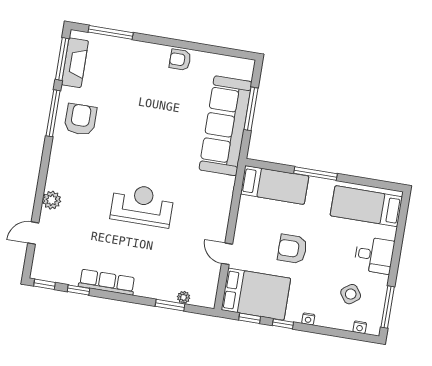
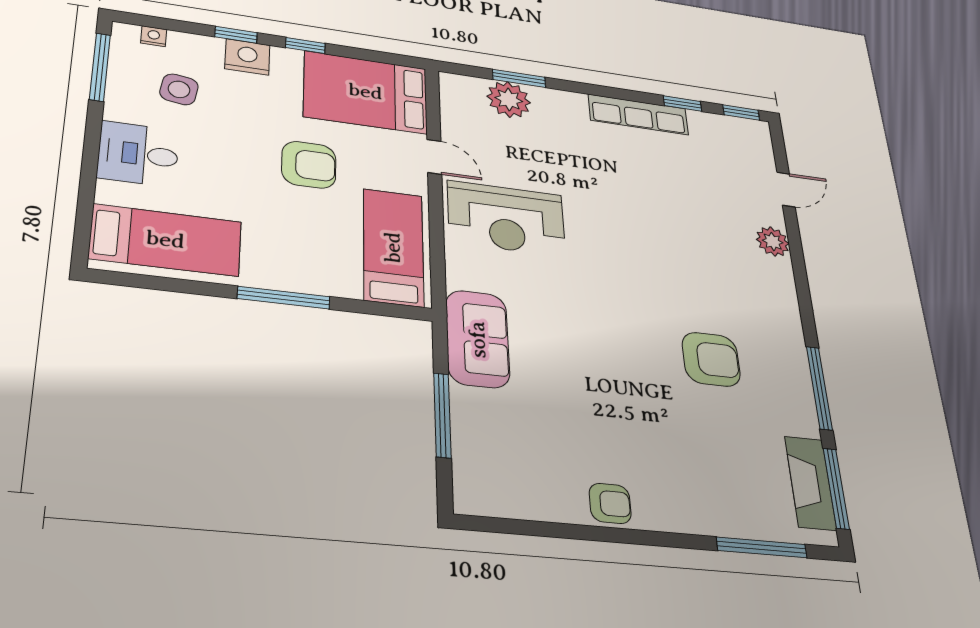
armchair: (80, 119) -> (711, 359), moved, turned -90
sofa: (225, 126) -> (478, 339), width x0.54, depth x0.79
bed: (275, 185) -> (393, 247), moved, turned 90
reception desk: (142, 205) -> (506, 218), moved
side table: (351, 294) -> (179, 89), turned 45
plant: (184, 297) -> (509, 99), width x1.87, depth x1.87
window: (250, 318) -> (236, 35), moved
nightstand: (308, 319) -> (247, 57), width x1.89, depth x1.79

